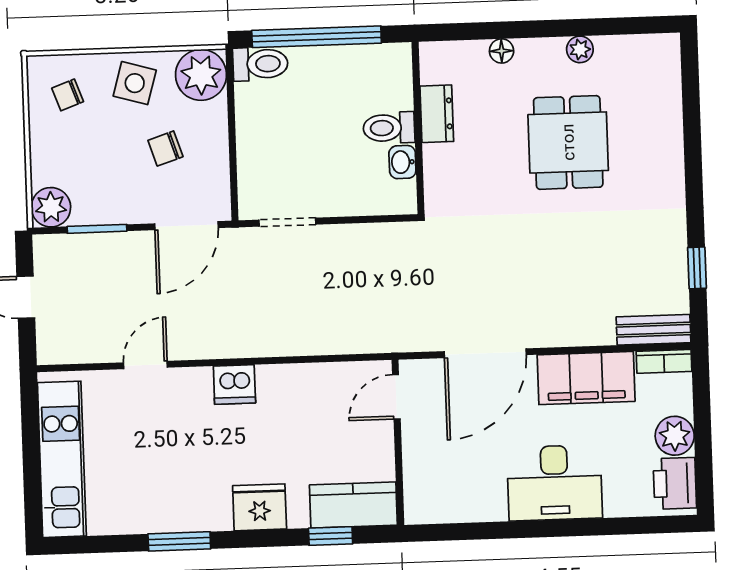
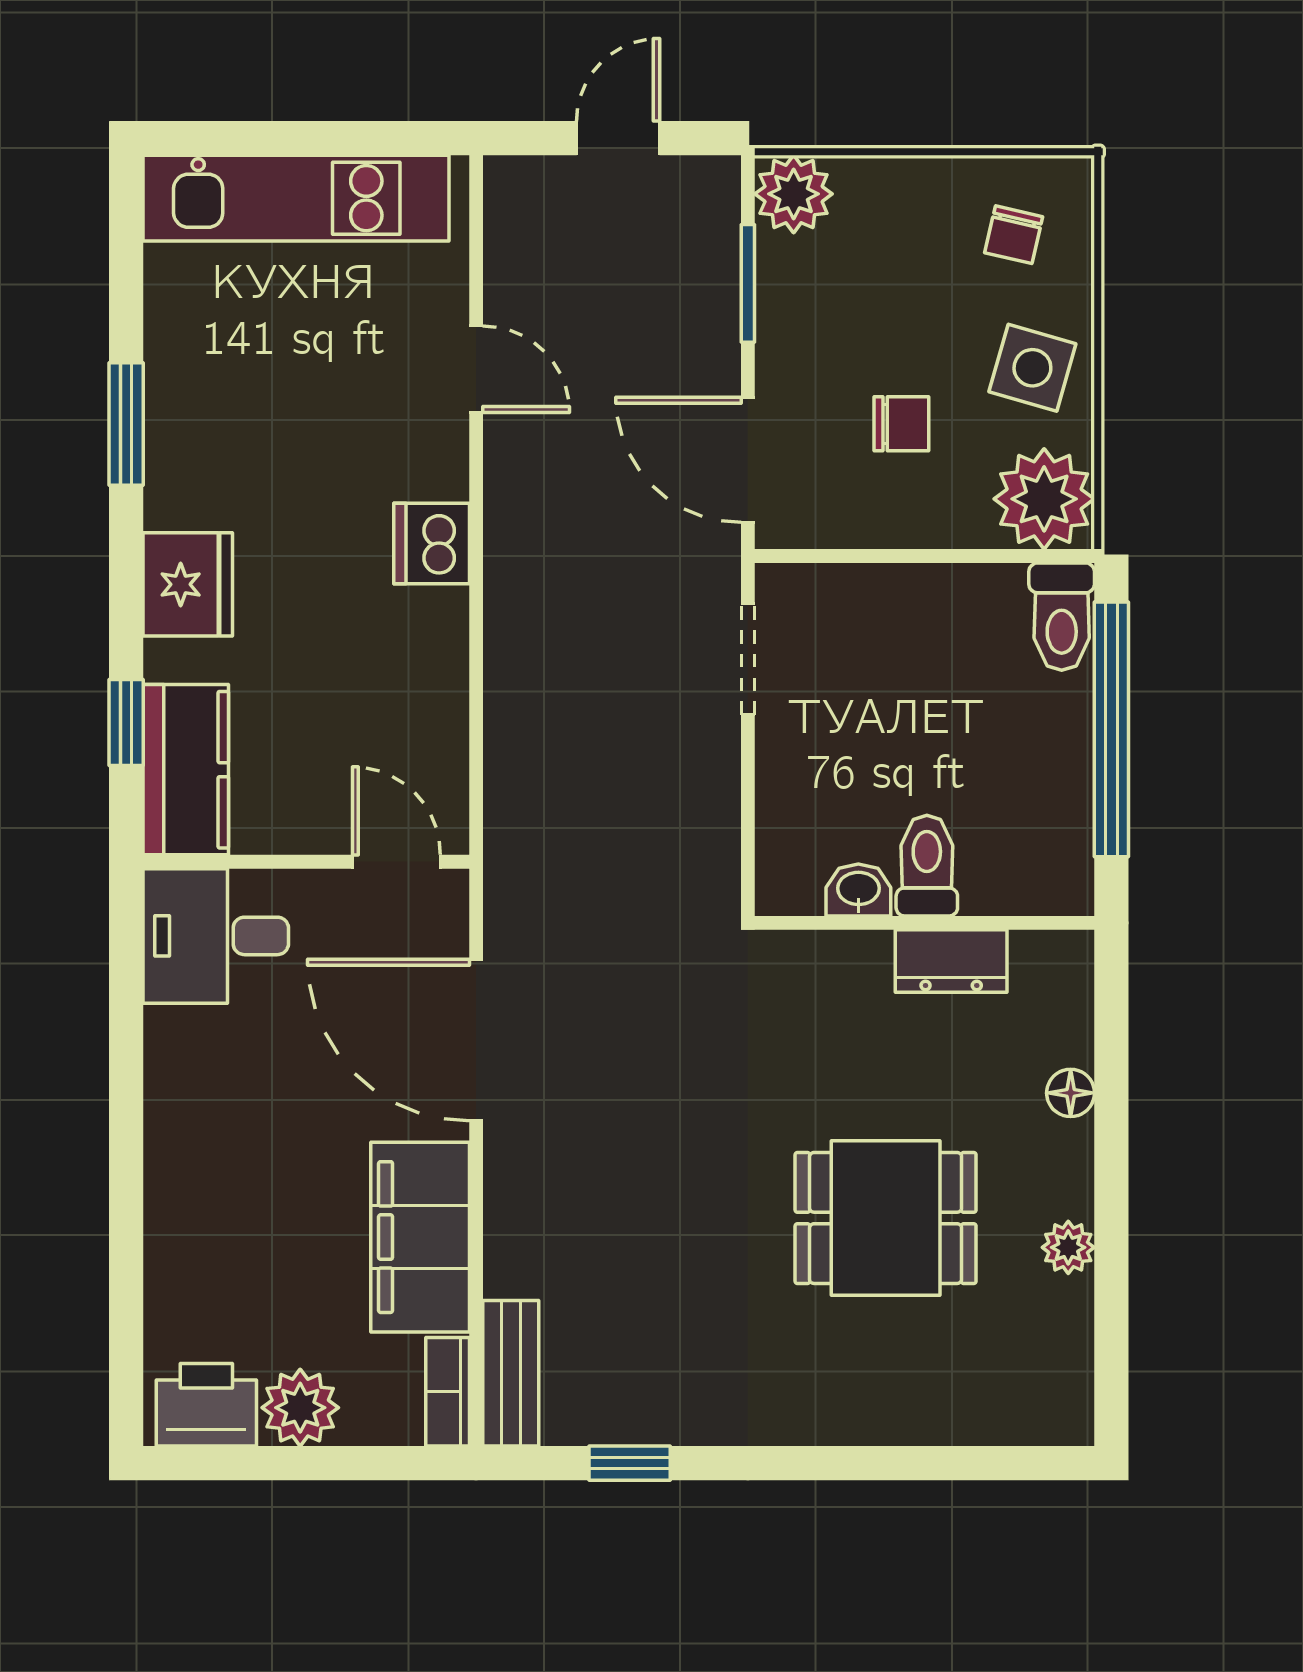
chair: (68, 95) -> (1014, 235), turned -147
chair: (165, 149) -> (901, 424), turned 108
desk: (555, 483) -> (216, 936), moved, width x0.73

